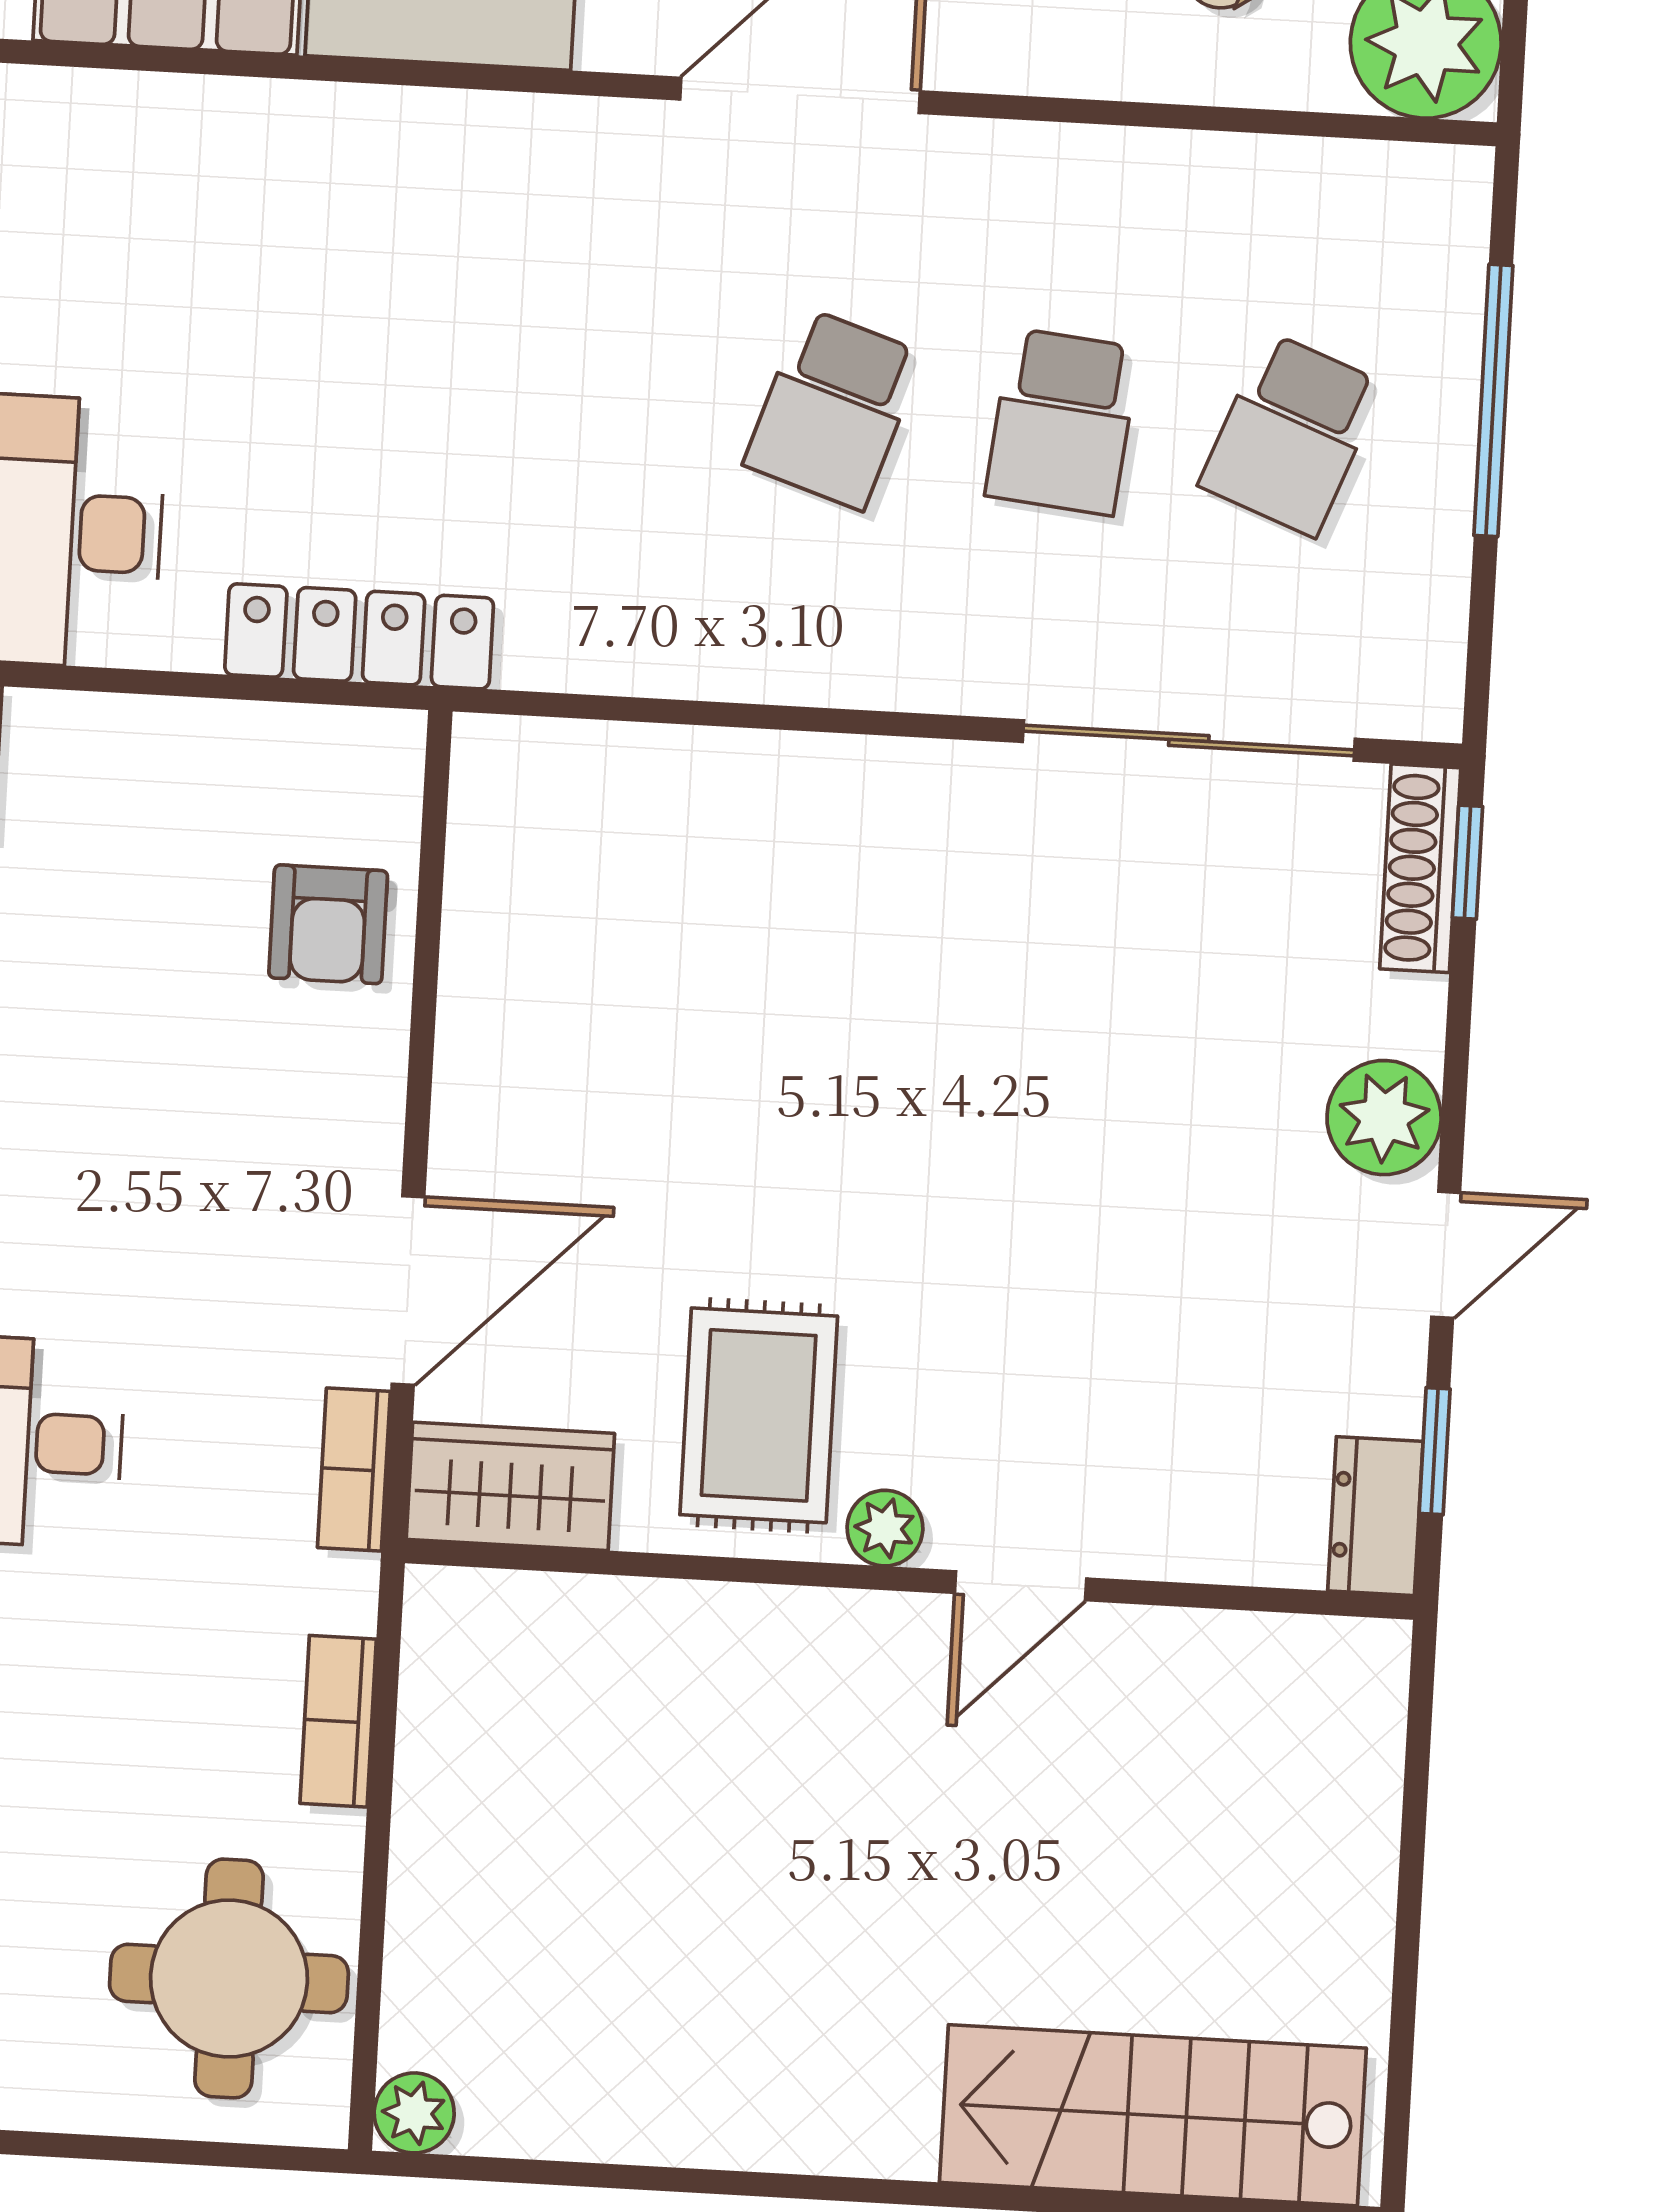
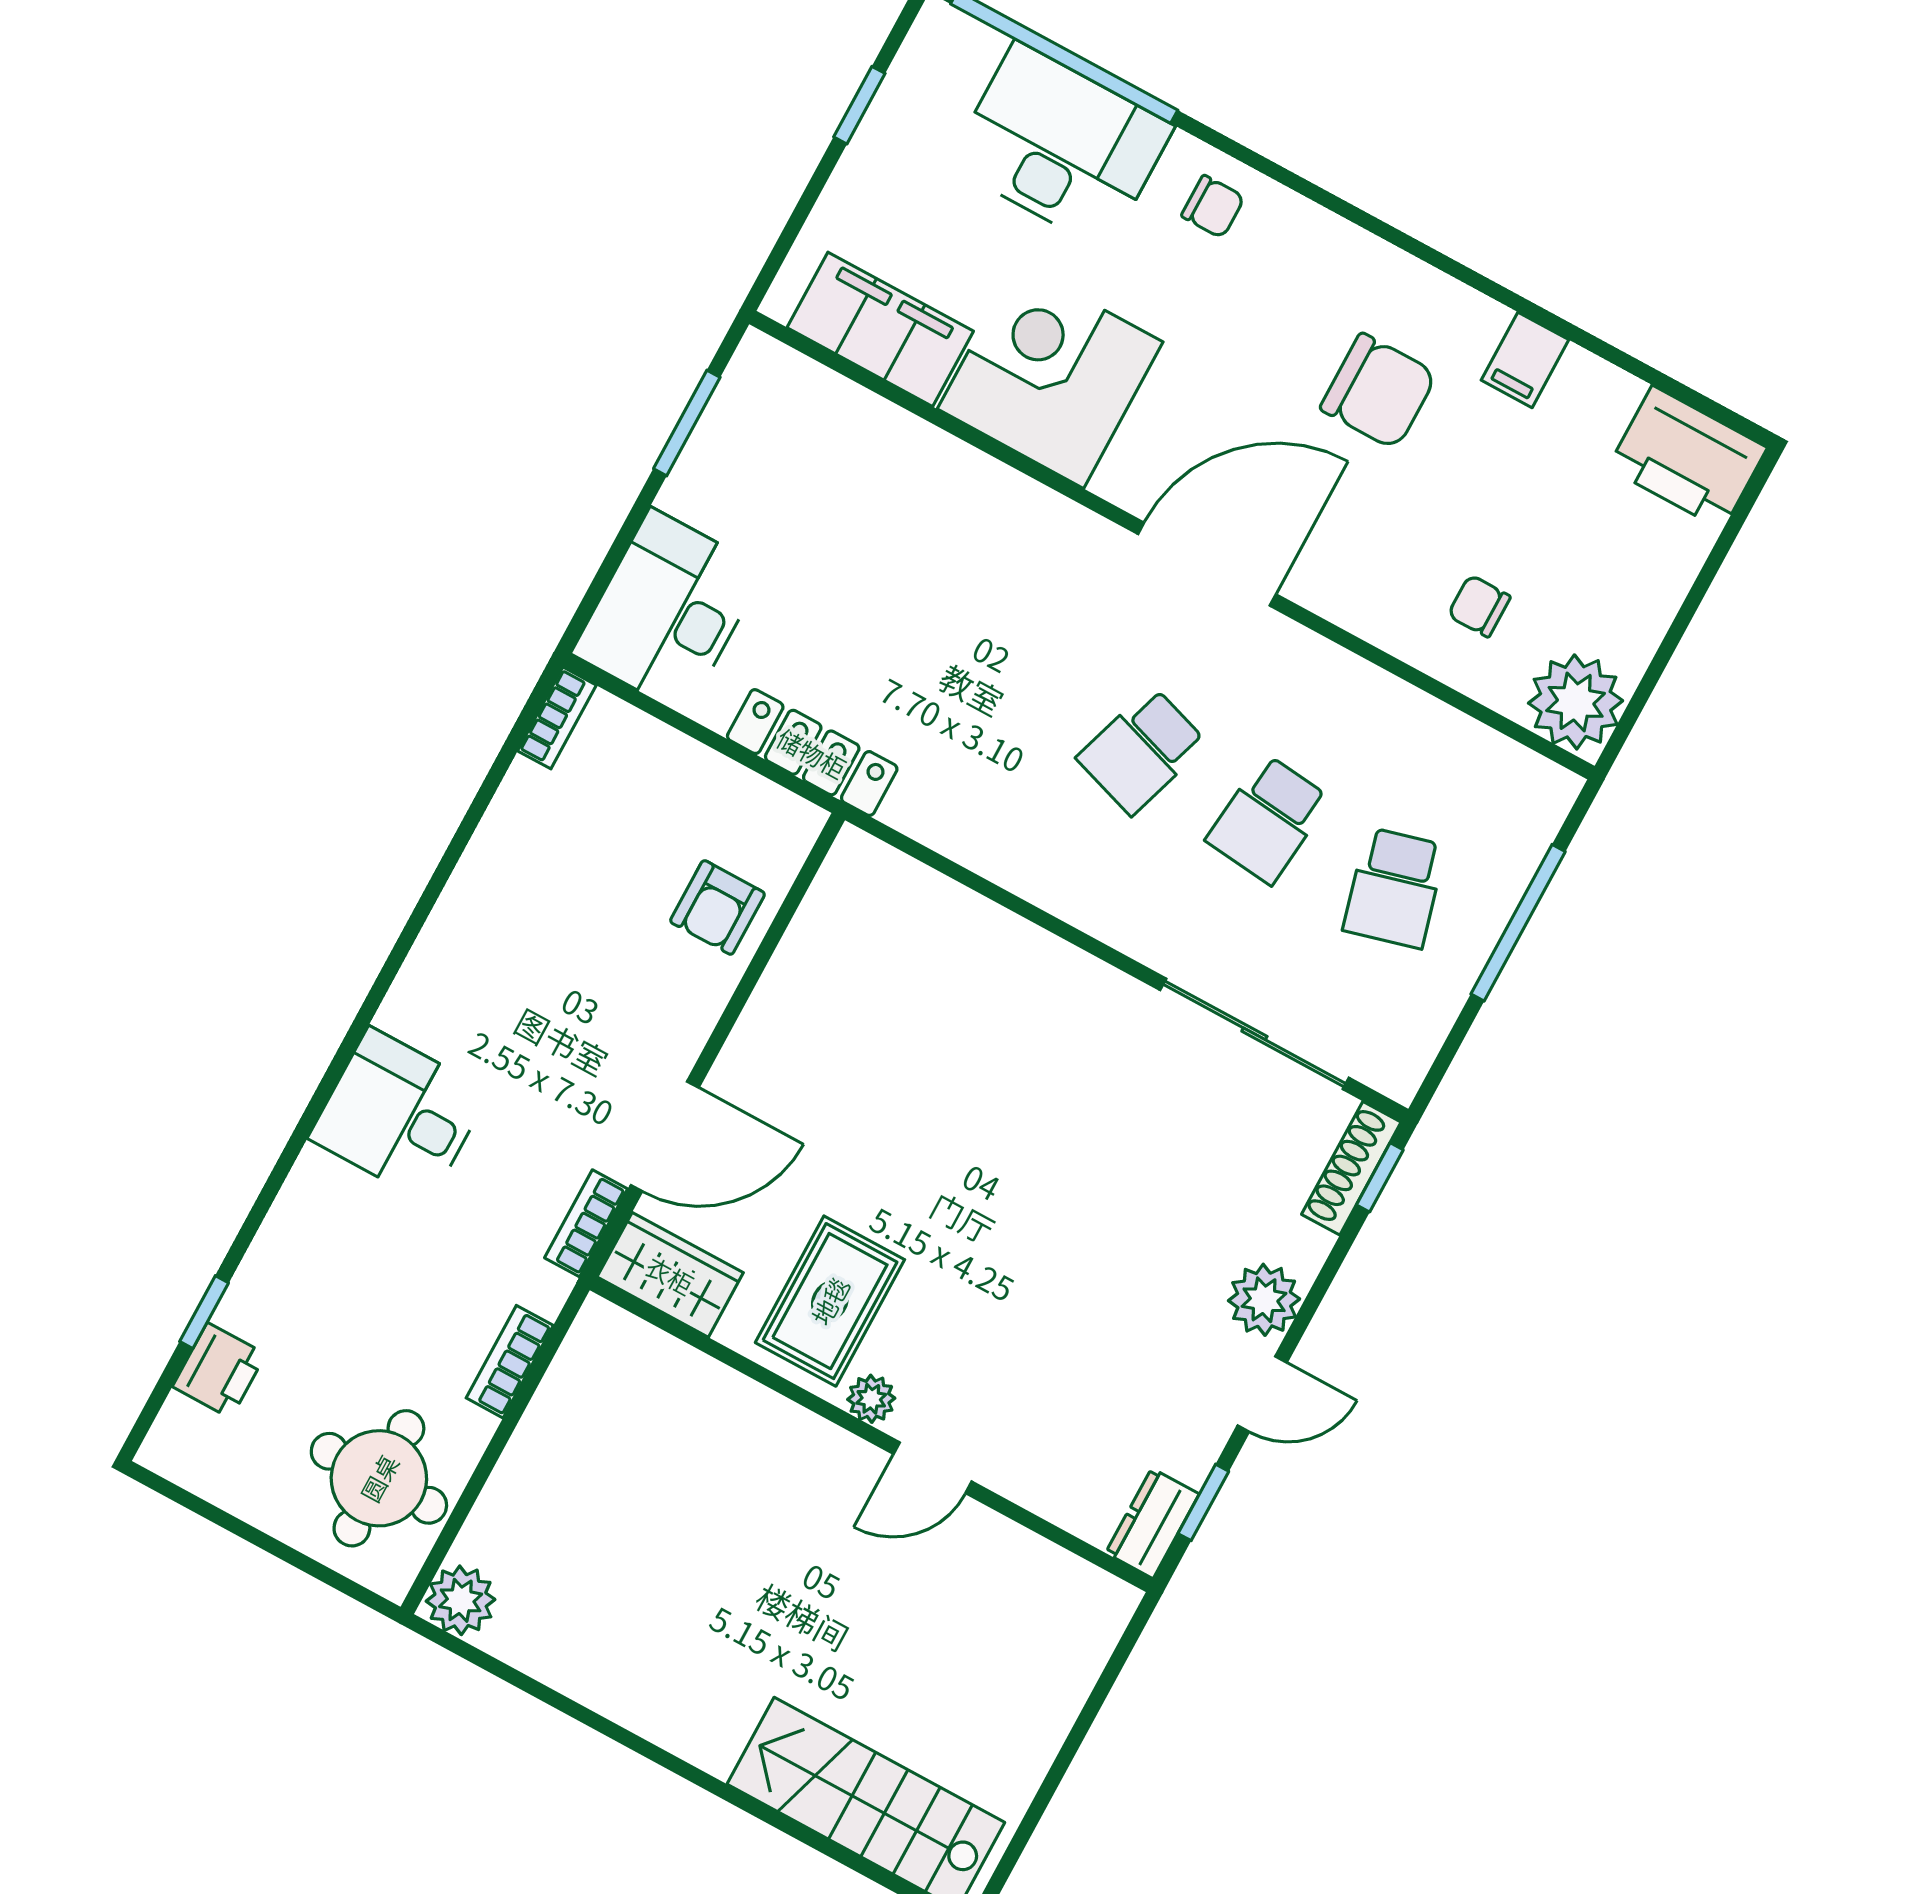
school desk: (1291, 435) -> (1394, 888), turned -36
plant: (414, 2113) -> (461, 1600), width x1.38, depth x1.38

